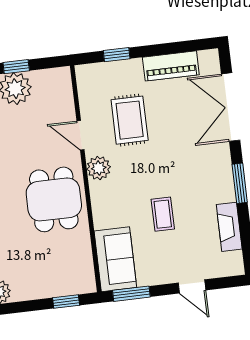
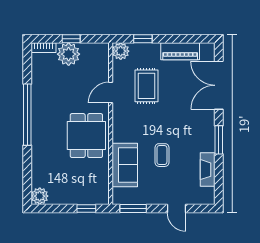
door: (80, 135) -> (111, 93), hinge flipped
plant: (99, 168) -> (121, 51), moved
sofa: (115, 259) -> (125, 165), moved

